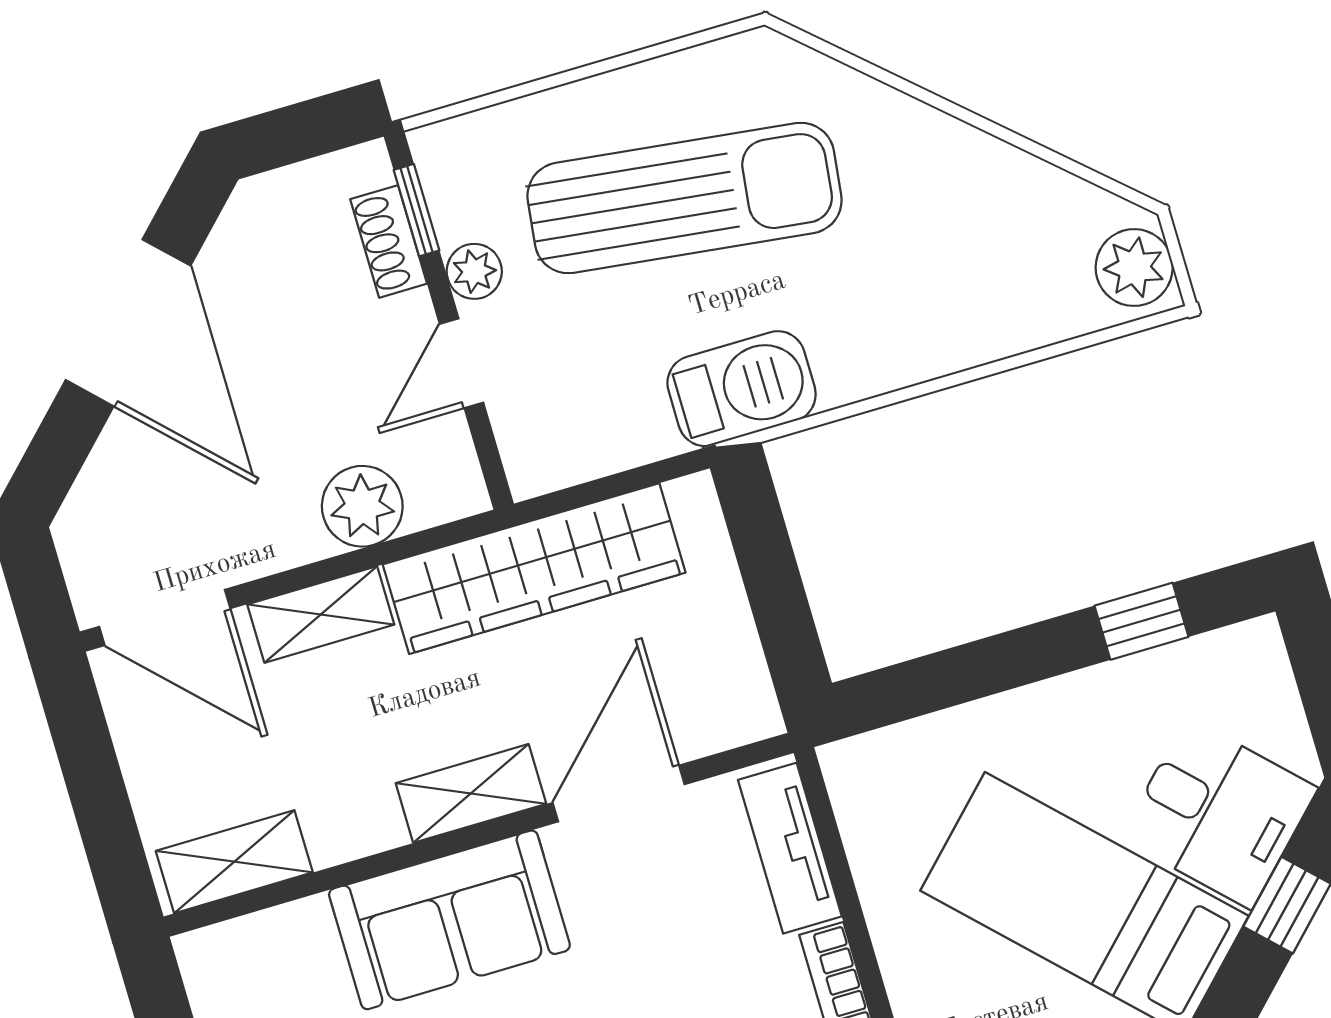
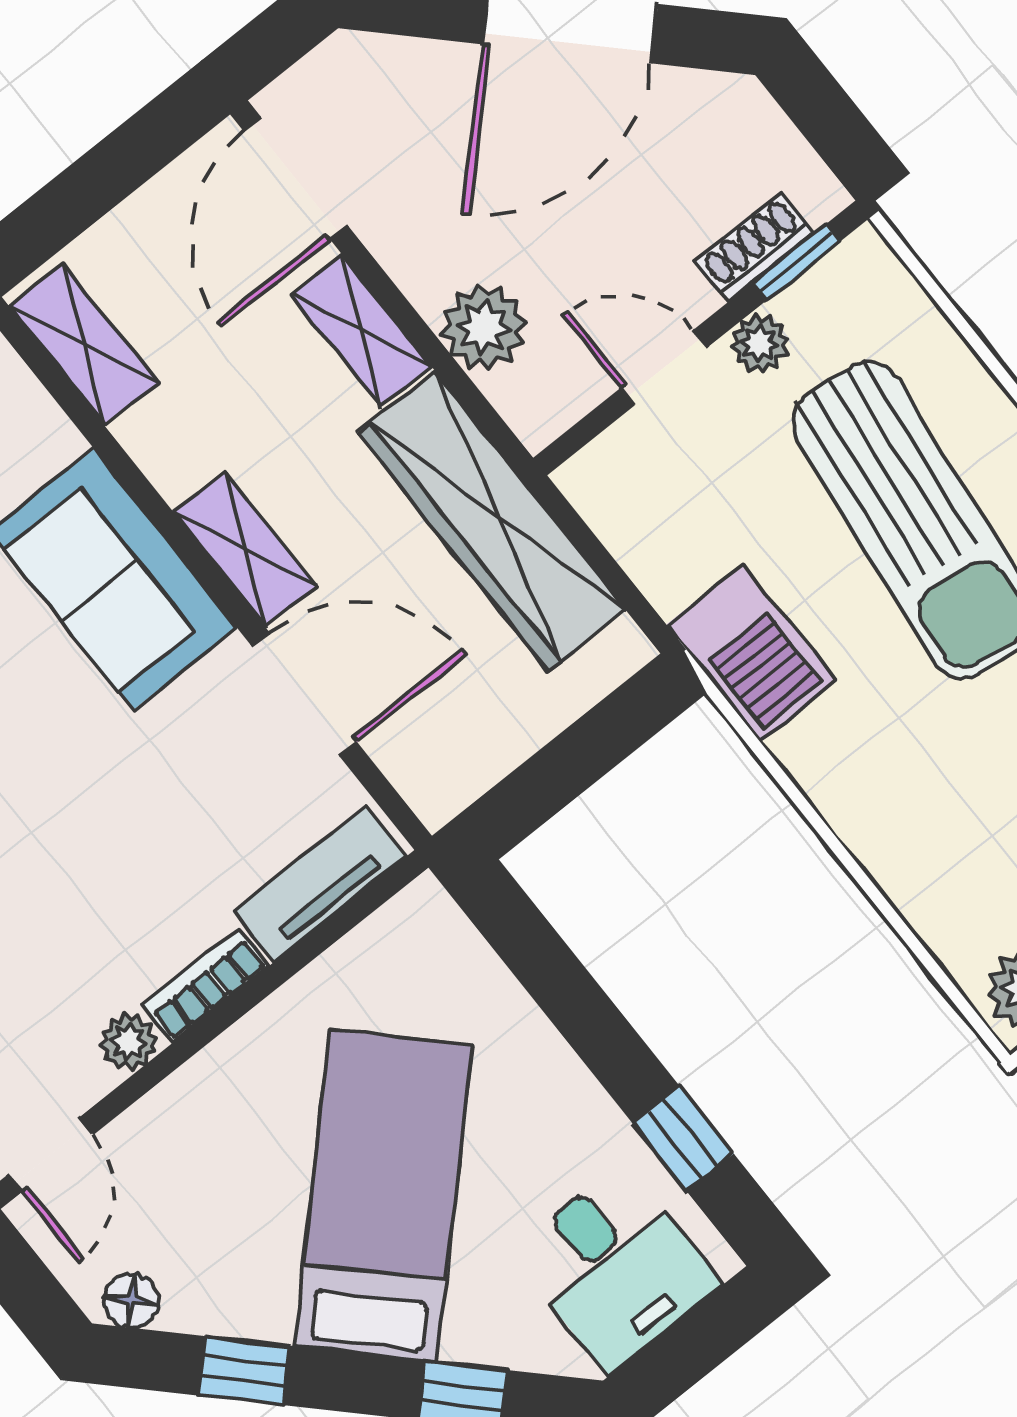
desk: (1219, 813) -> (616, 1268), moved, turned -45

